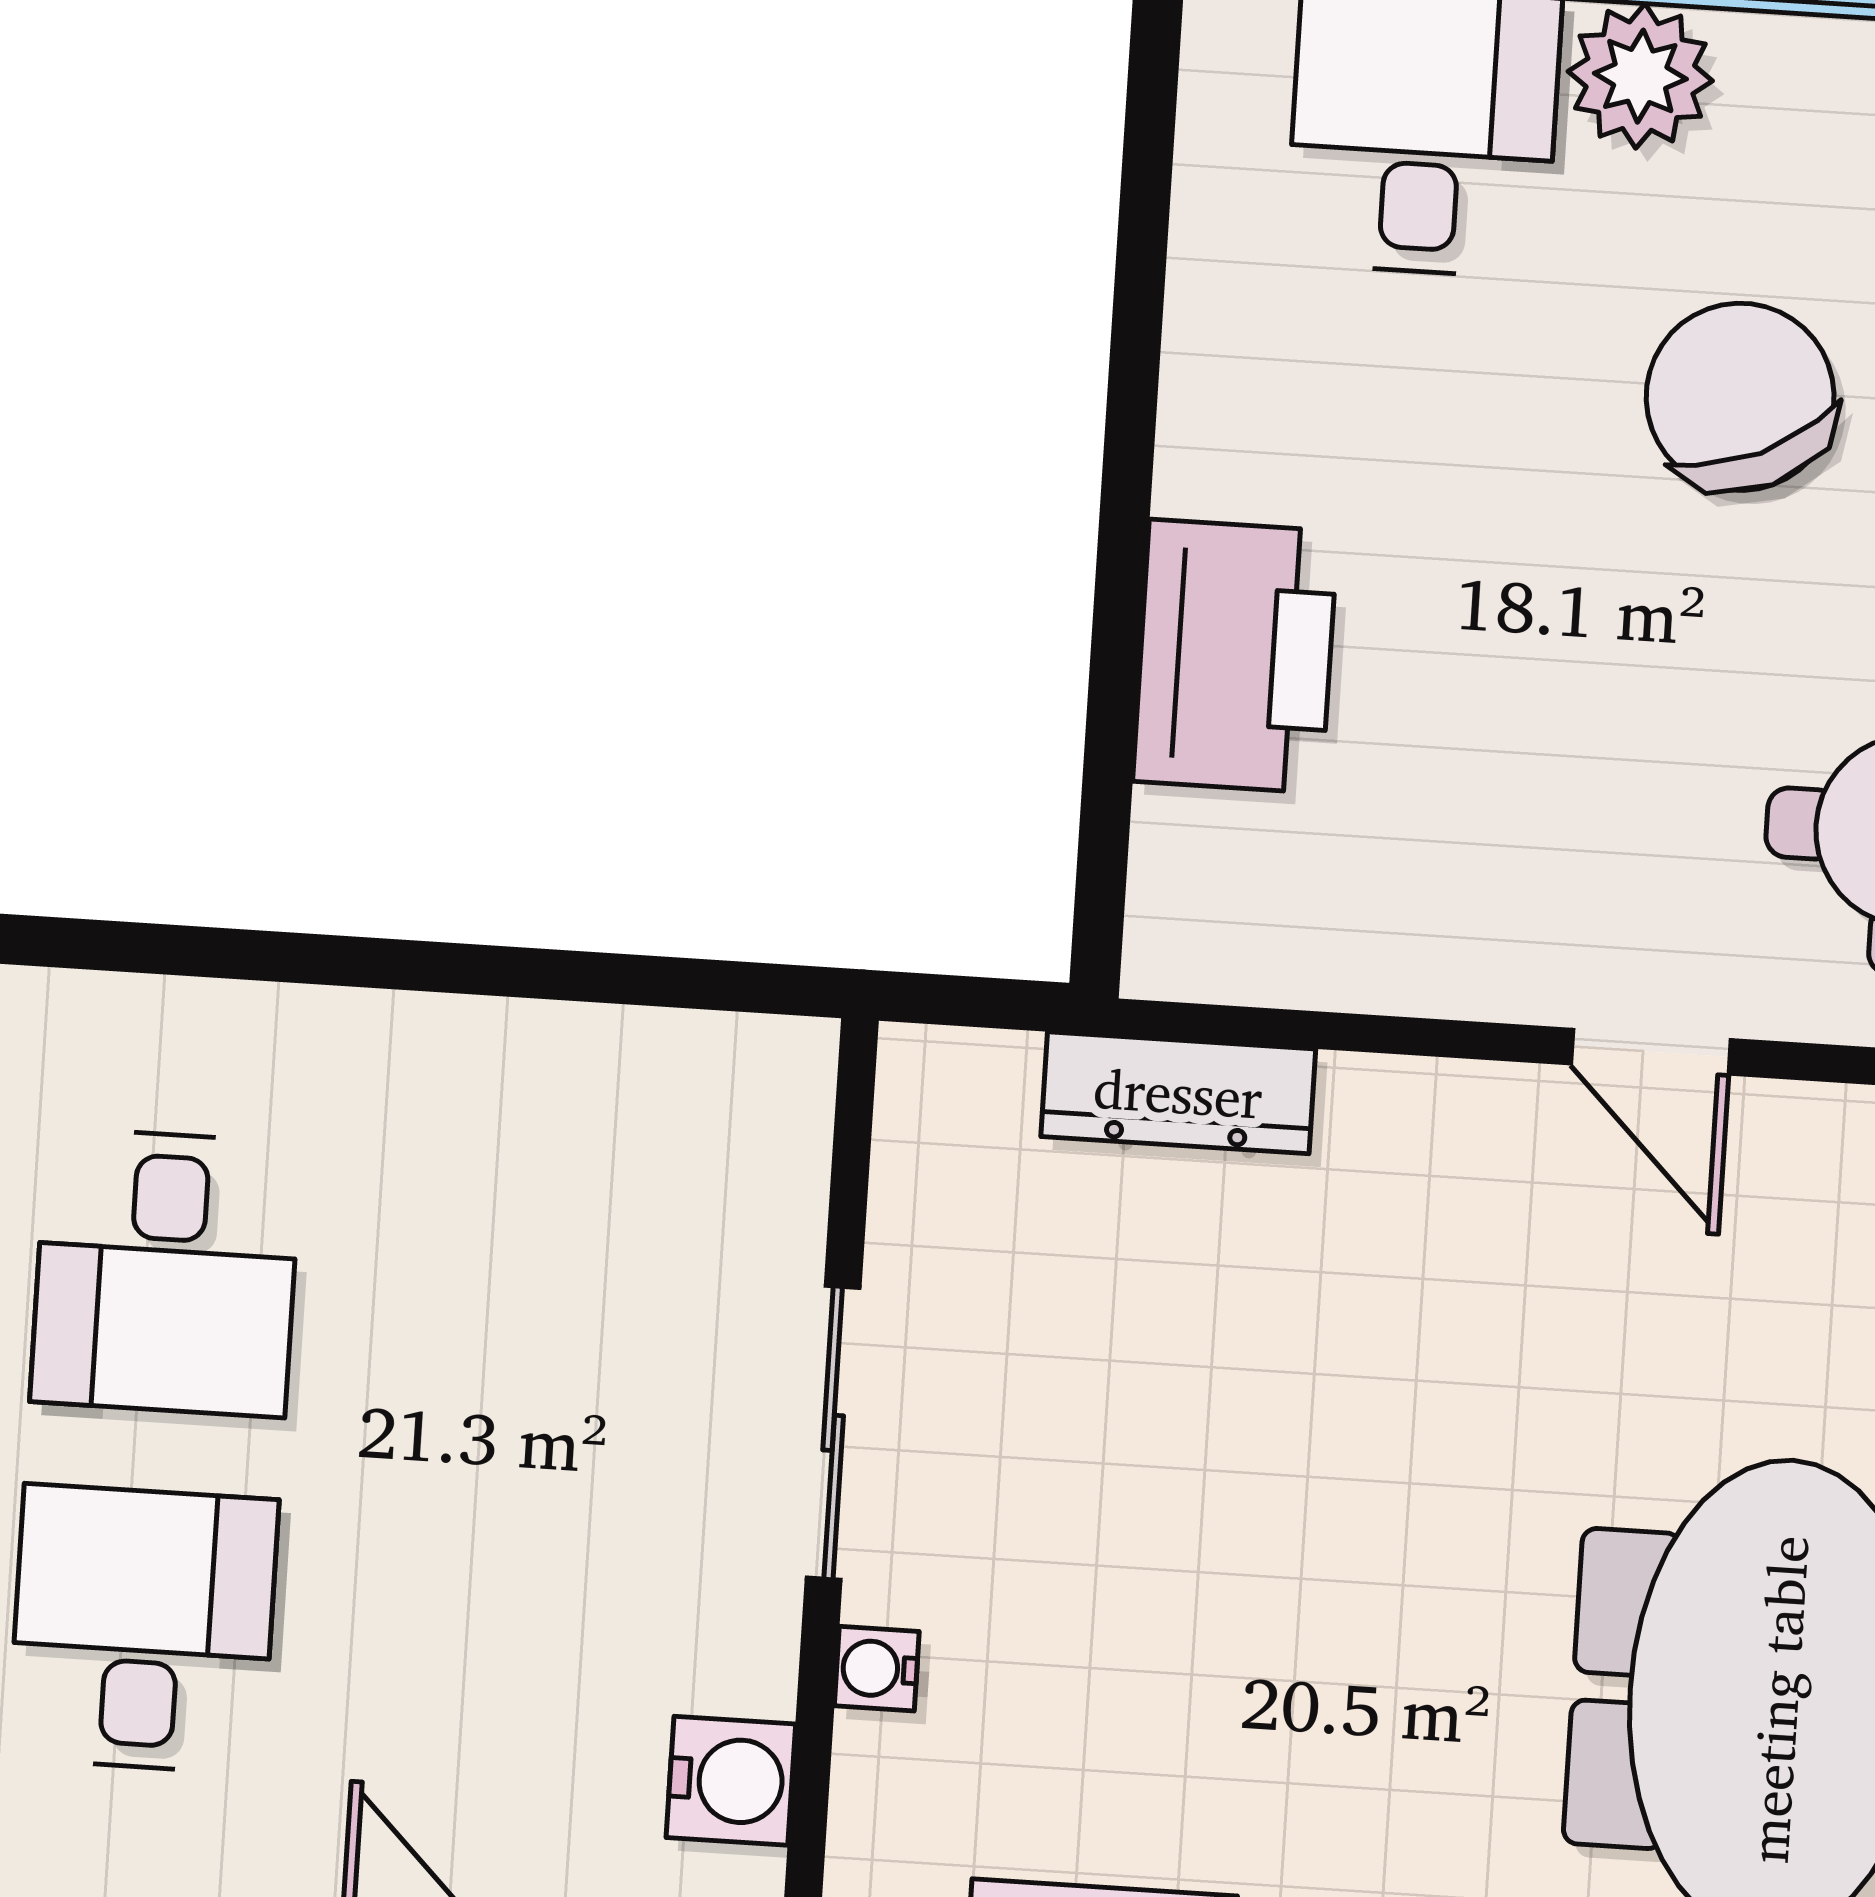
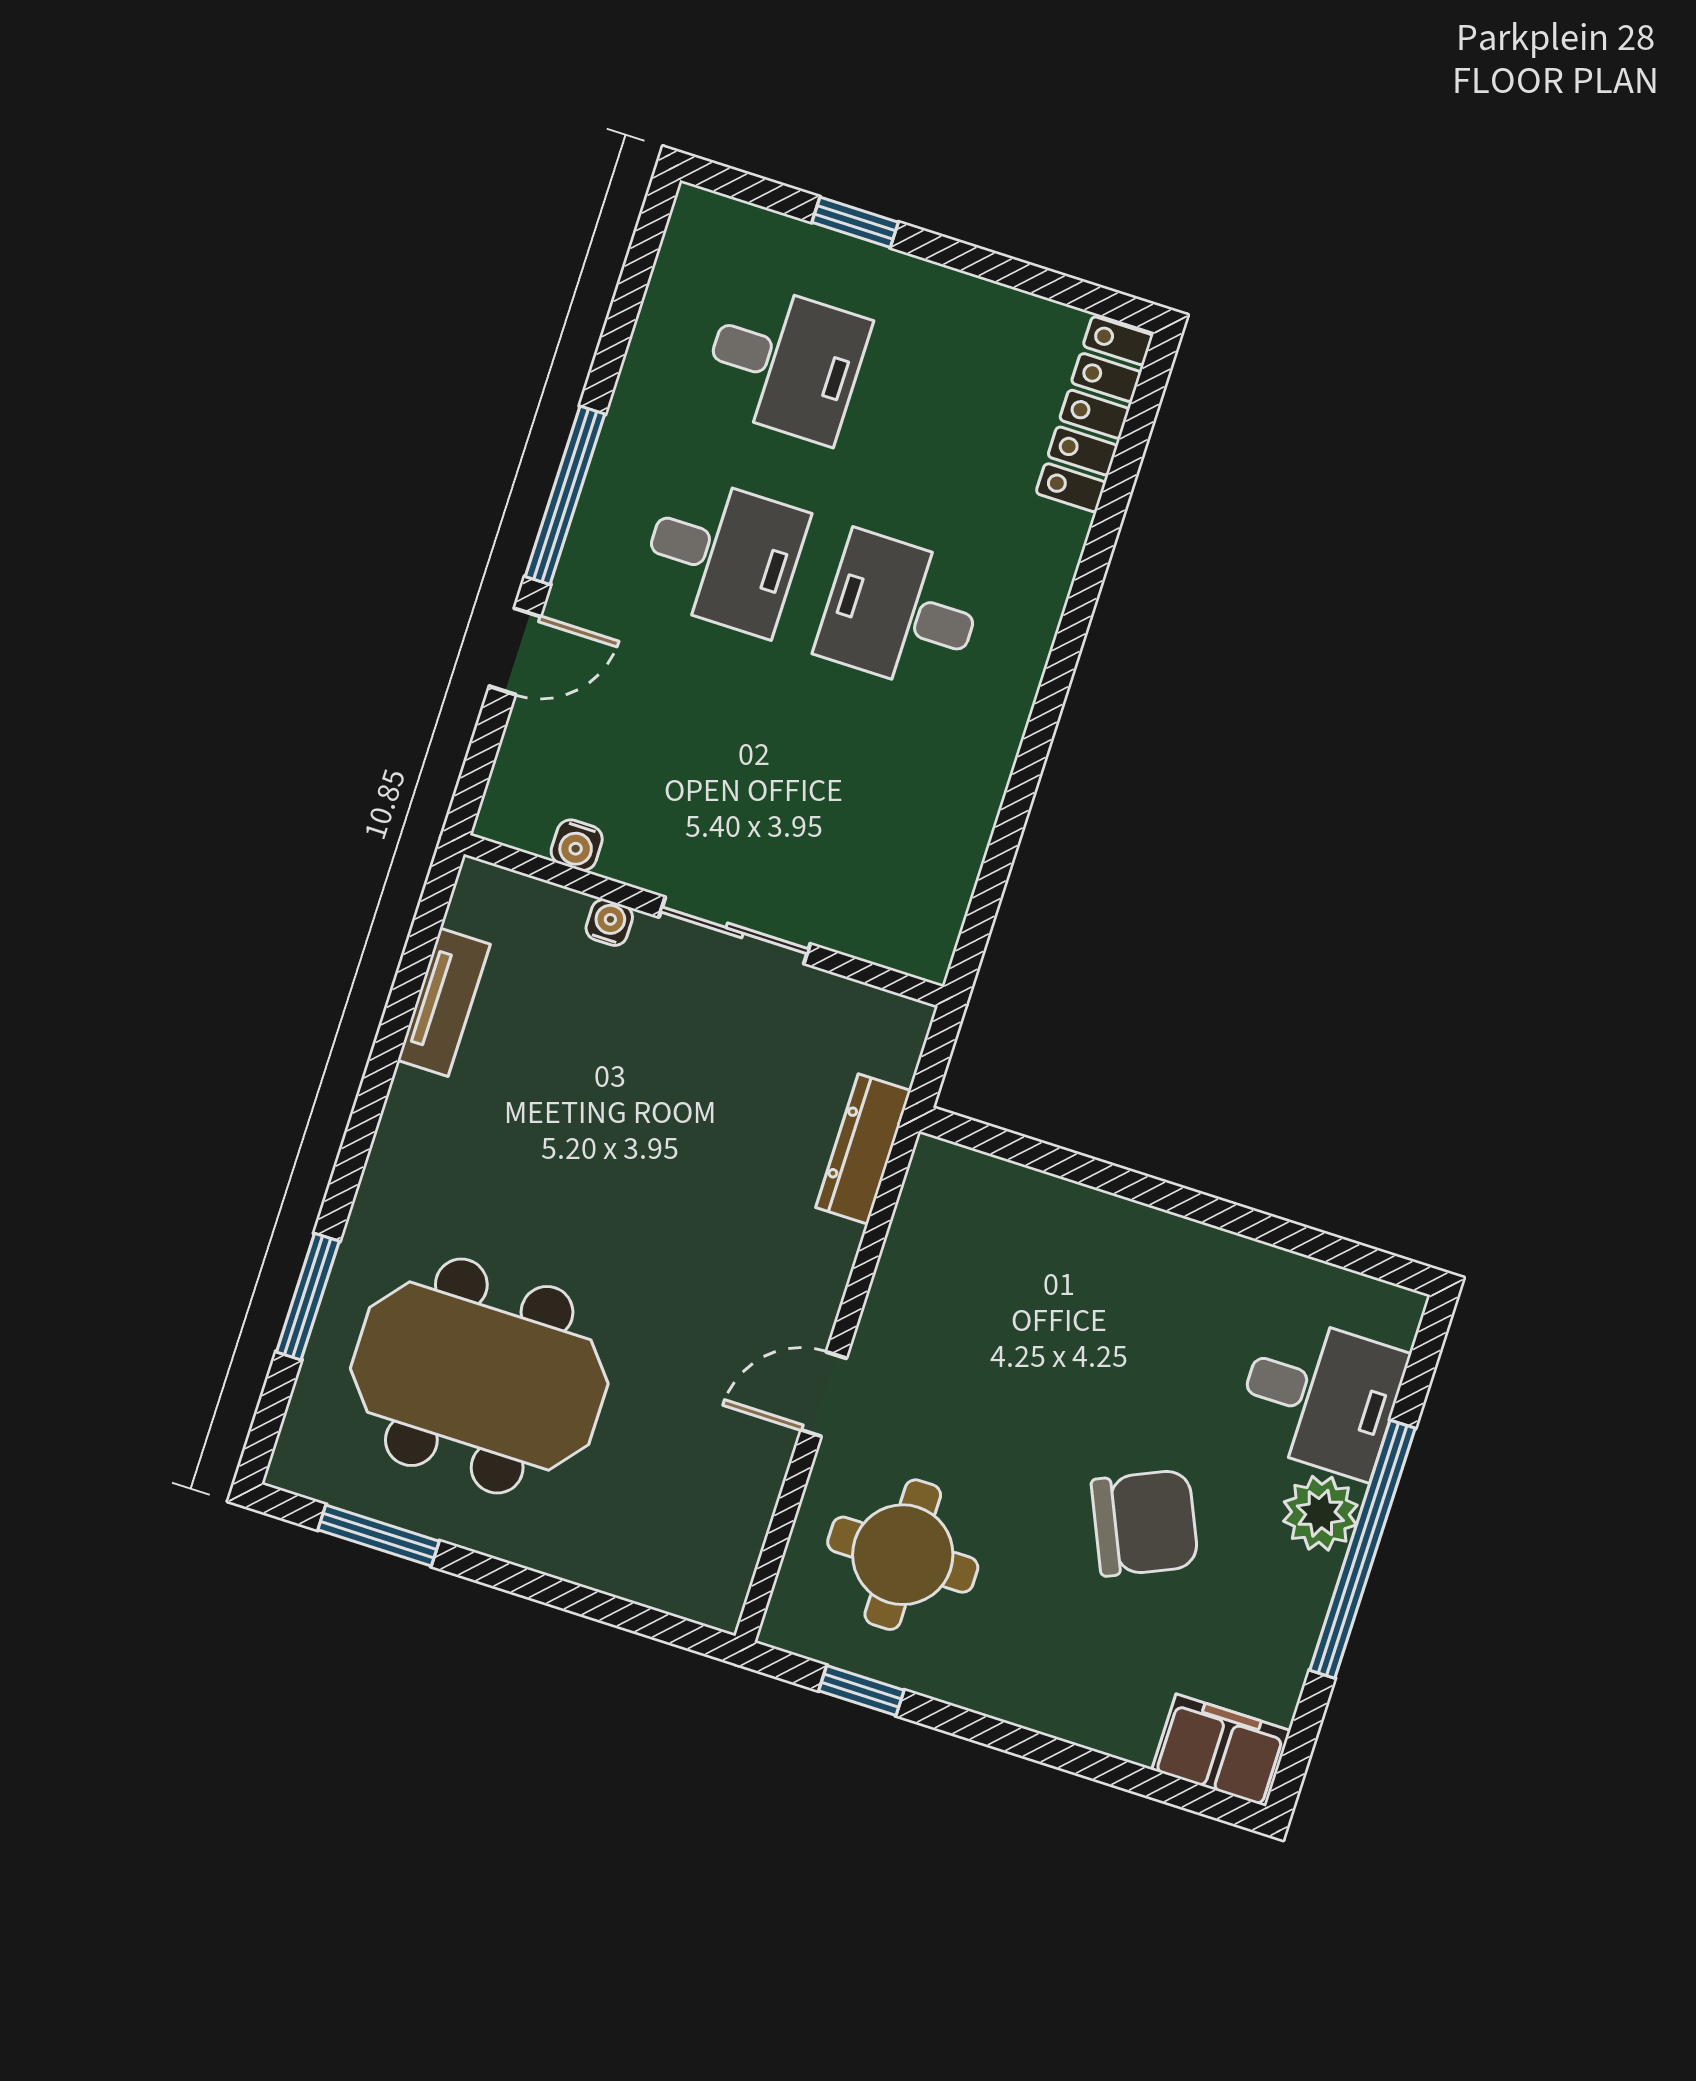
printer: (1235, 656) -> (1078, 1234), removed
water cooler: (731, 1781) -> (577, 845), width x0.72, depth x0.72

